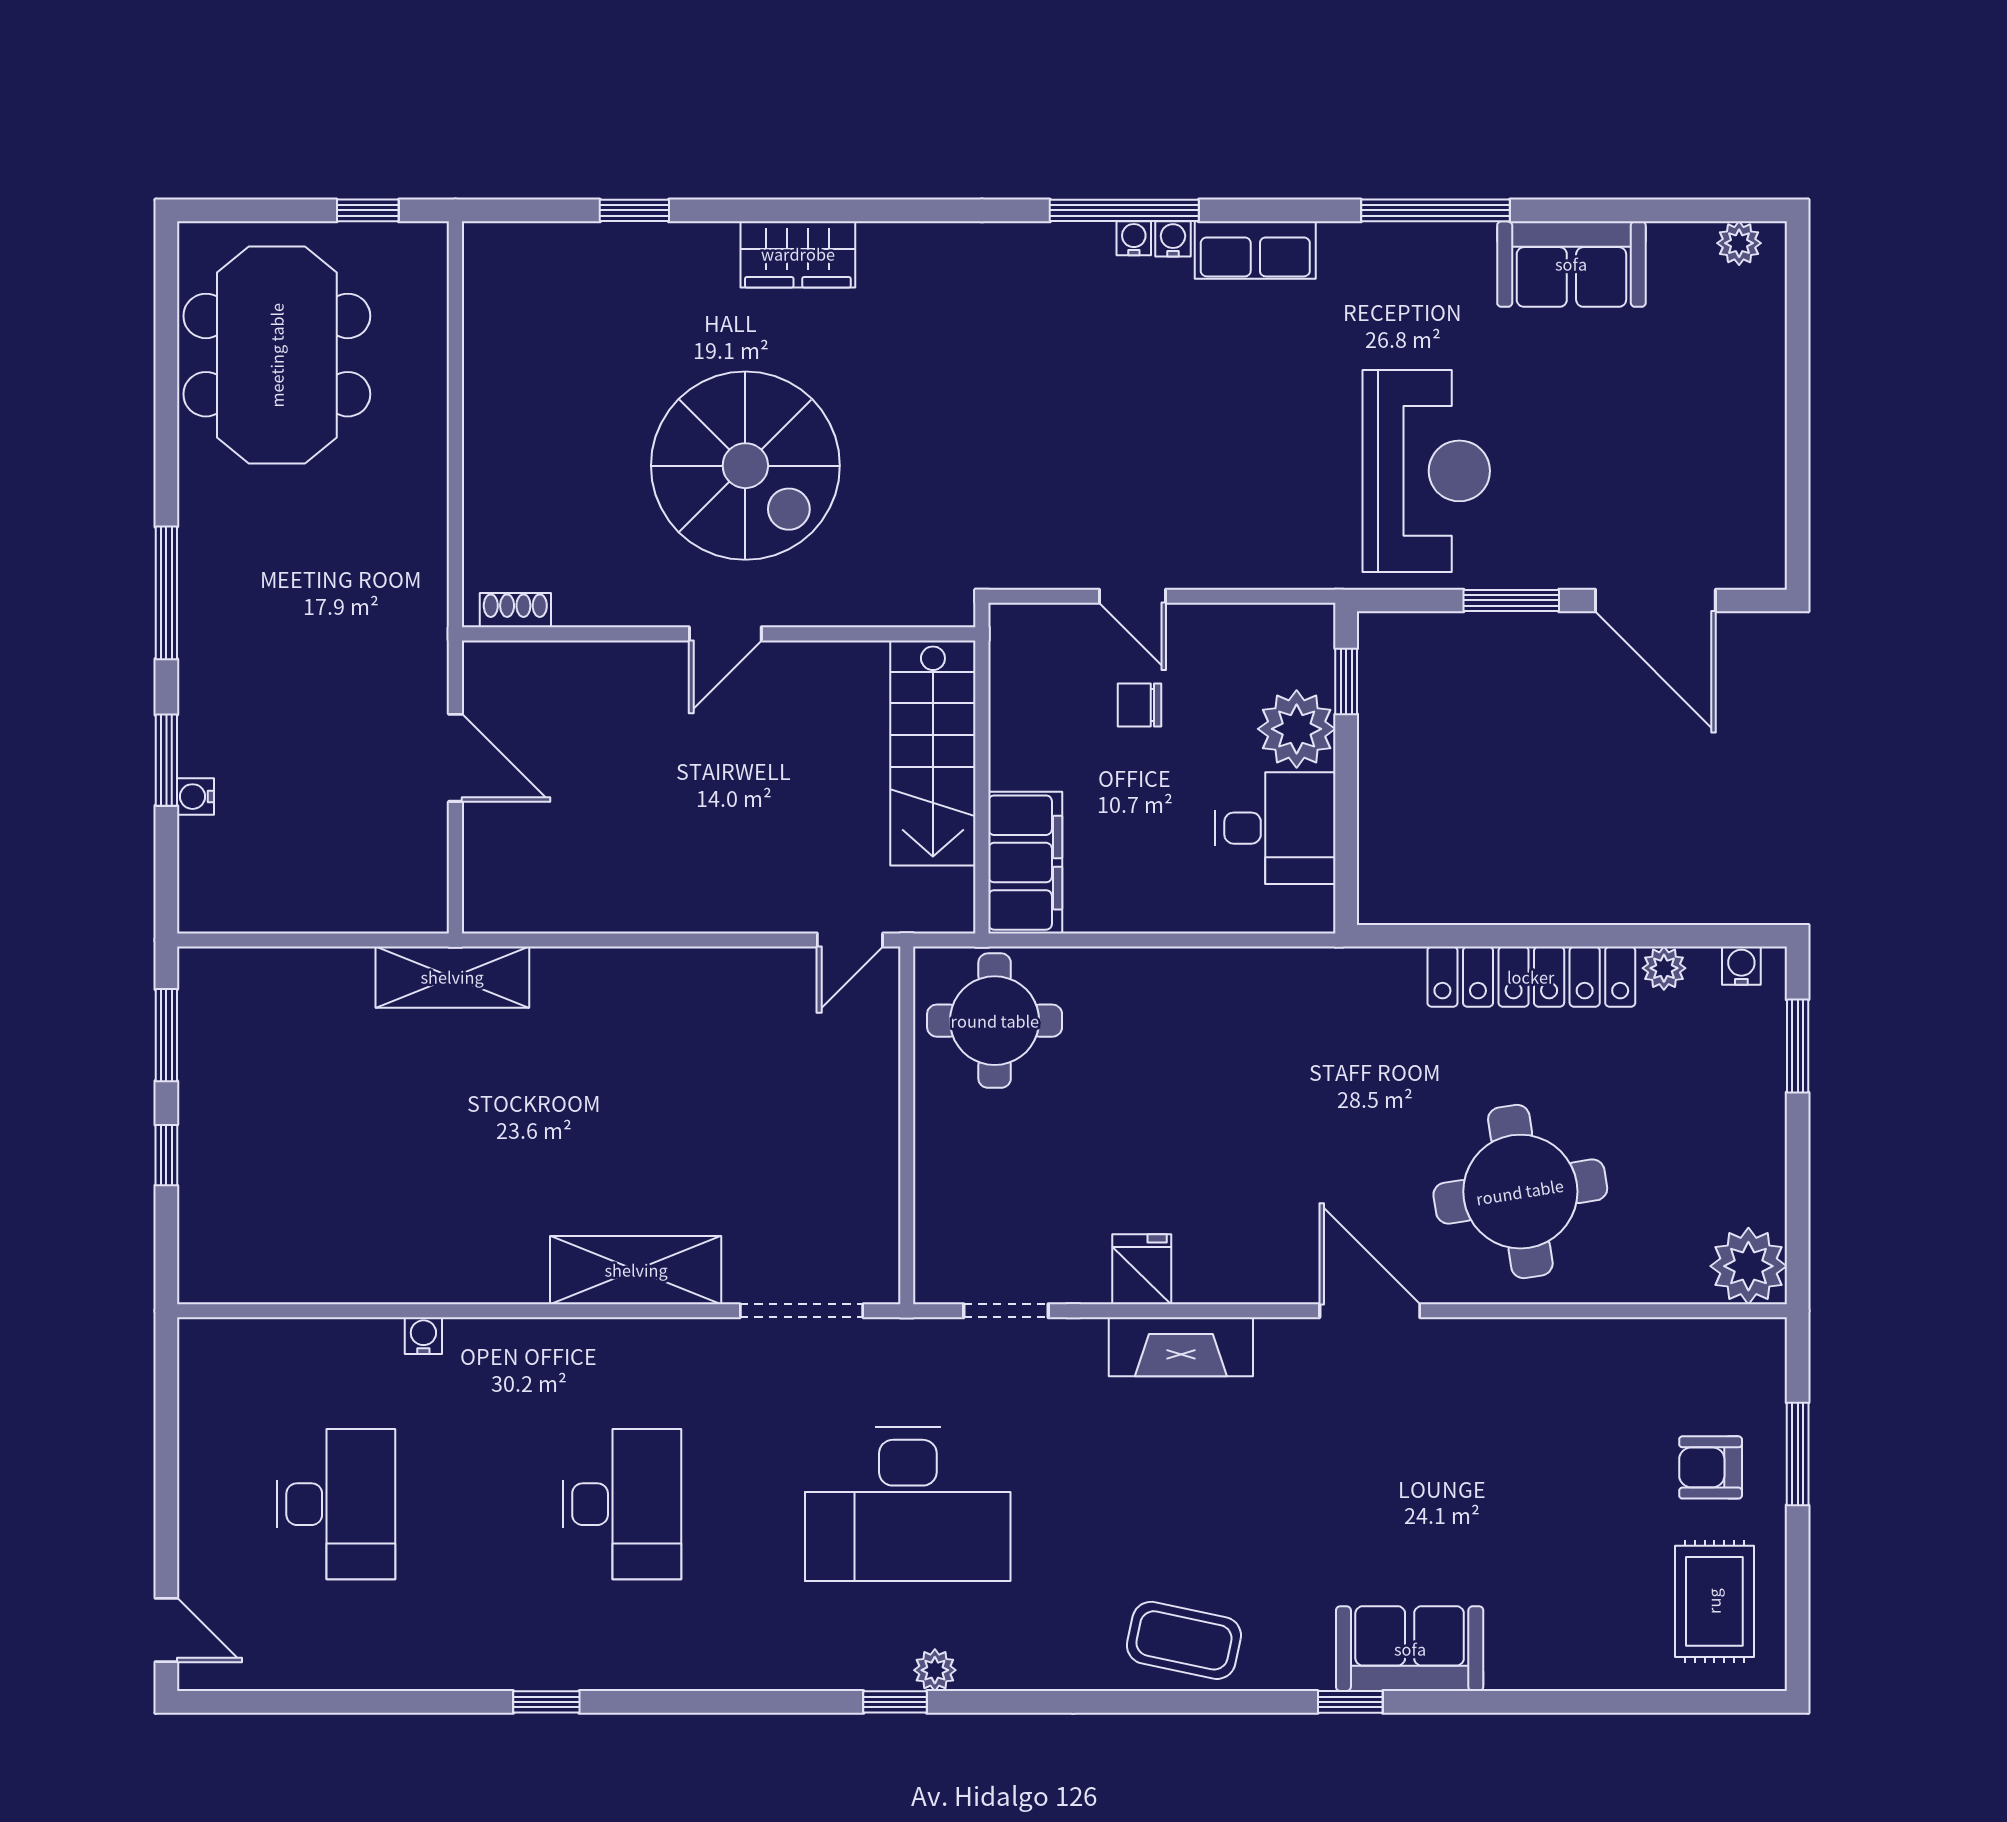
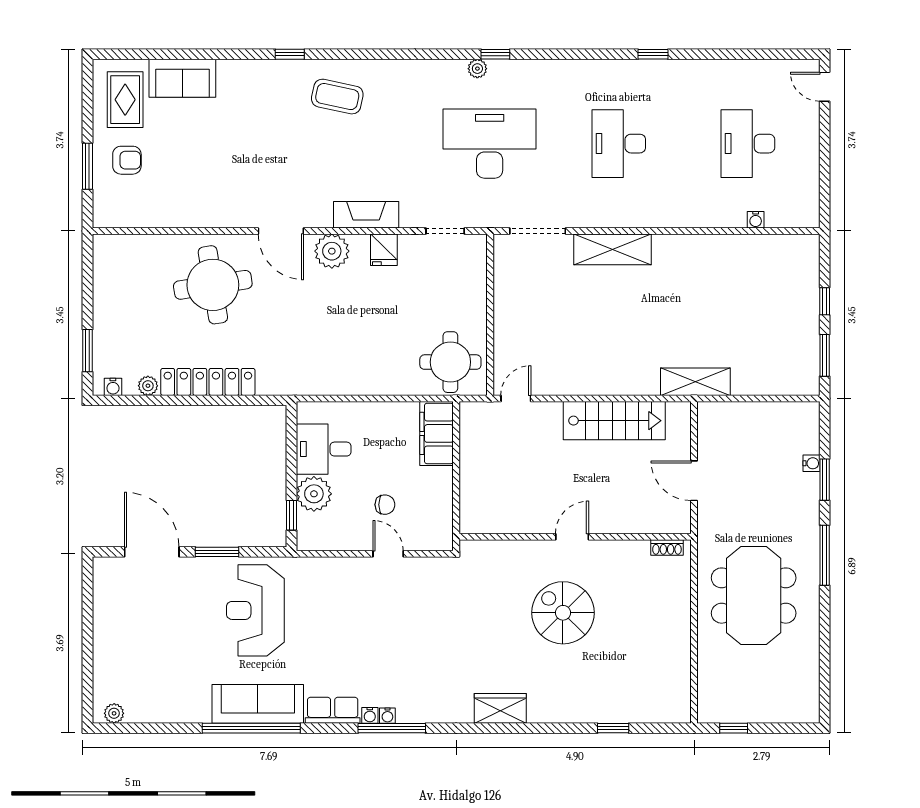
window: (1435, 210) -> (251, 728), width x1.46
wardrobe: (798, 254) -> (500, 708), moved
sofa: (1571, 264) -> (258, 704), moved, width x1.36
meeting table: (277, 355) -> (754, 596), moved
spiral stairs: (745, 466) -> (563, 613), width x0.73, depth x0.73
stairs: (933, 753) -> (614, 421), moved, turned 90
plant: (1748, 1266) -> (332, 251), moved
water cooler: (423, 1336) -> (756, 220), moved
coffee table: (1184, 1640) -> (337, 97), moved
sofa: (1410, 1649) -> (182, 78), moved

